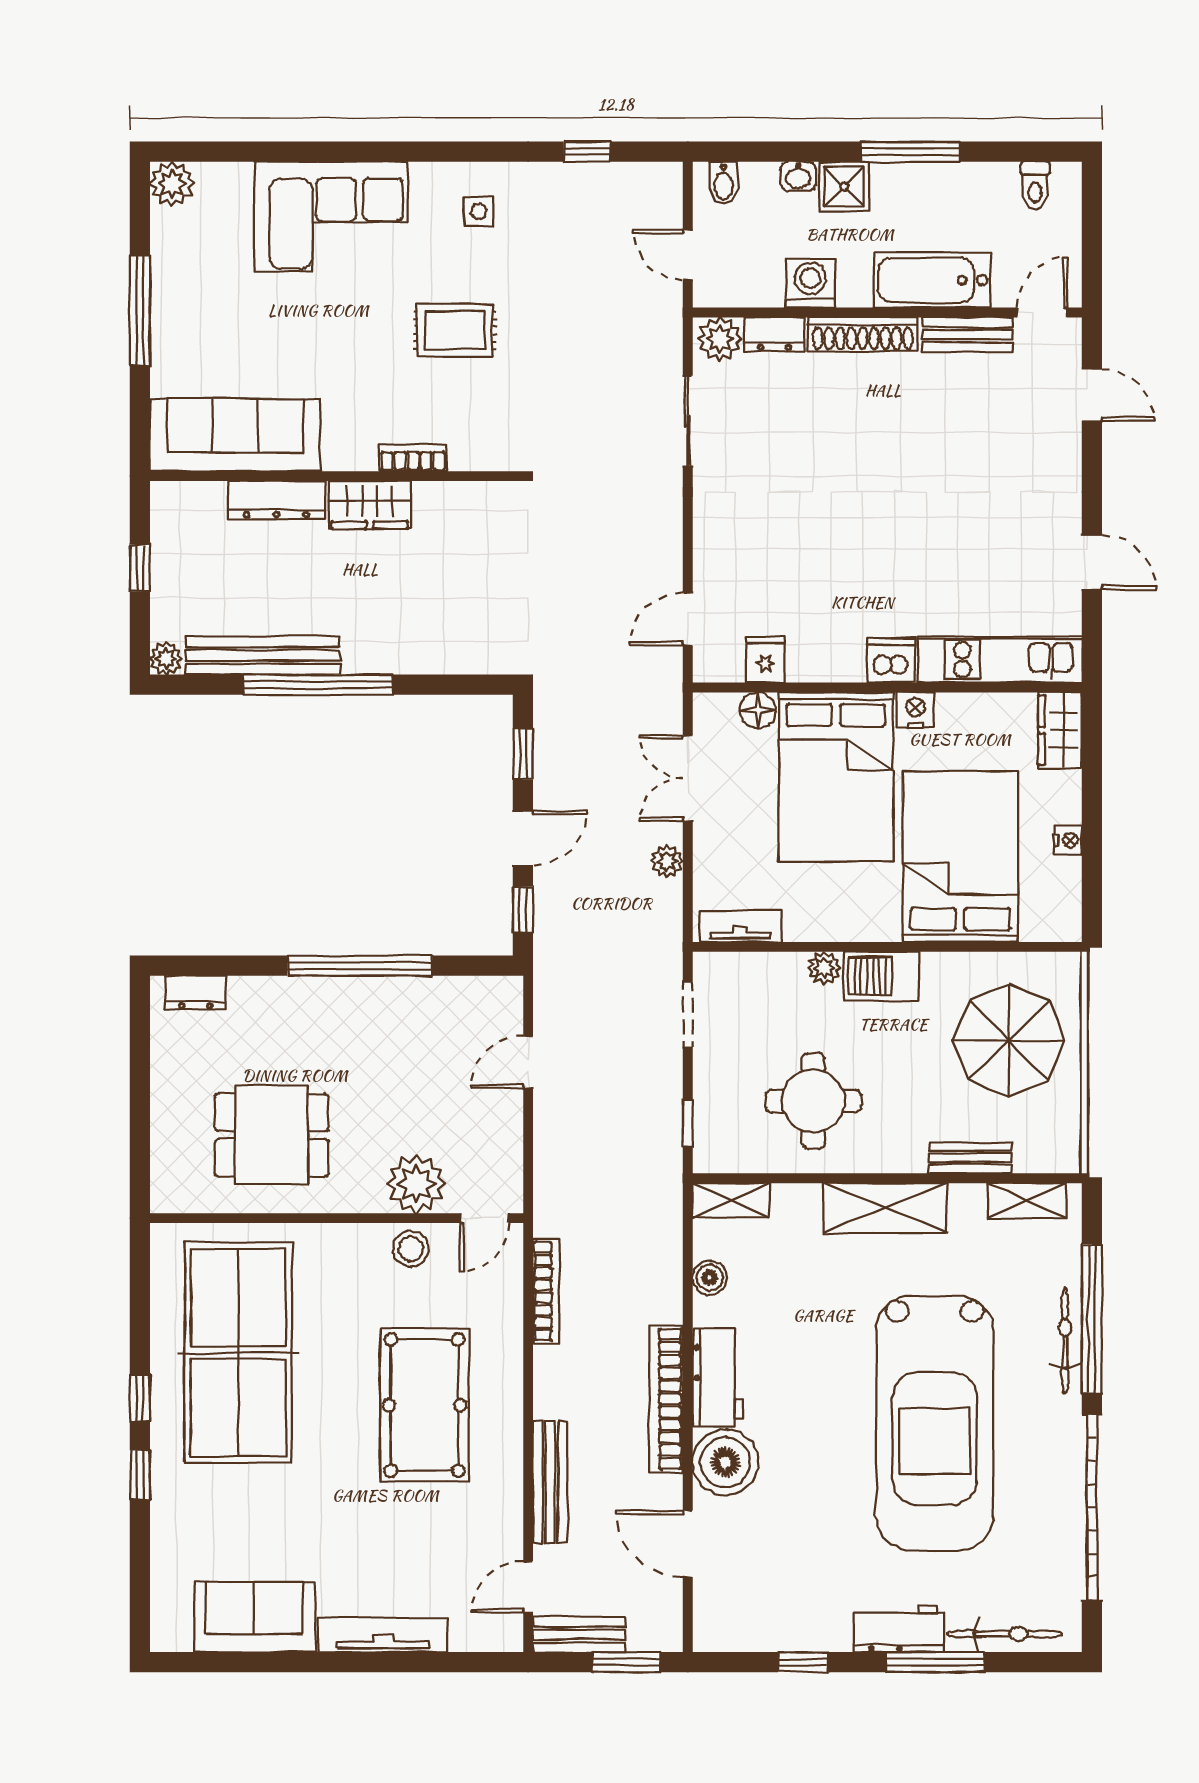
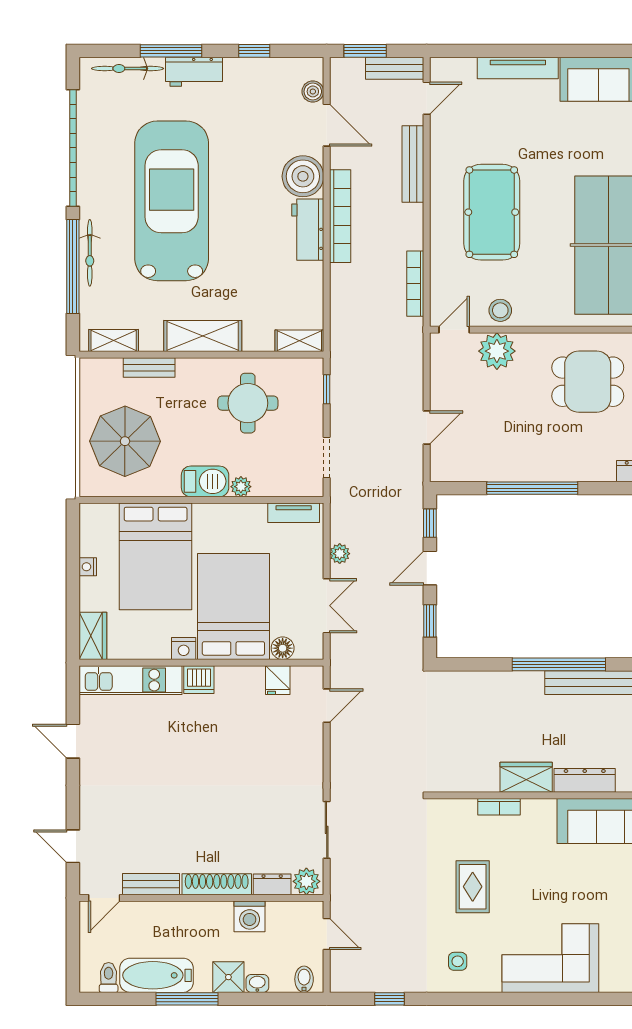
bathtub: (932, 280) -> (157, 975), moved, turned 180
rug: (455, 330) -> (473, 887), turned 90
boiler: (710, 1278) -> (313, 91), moved

